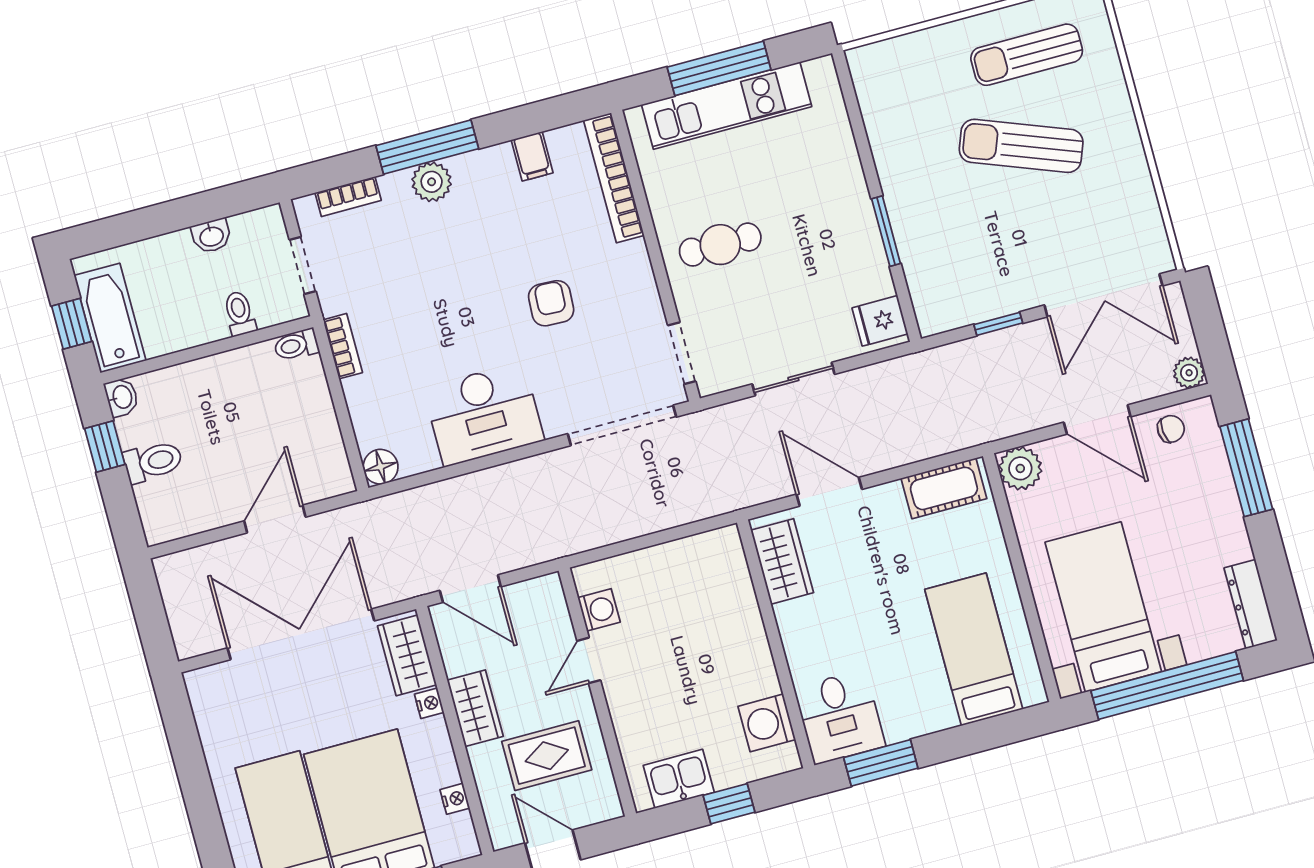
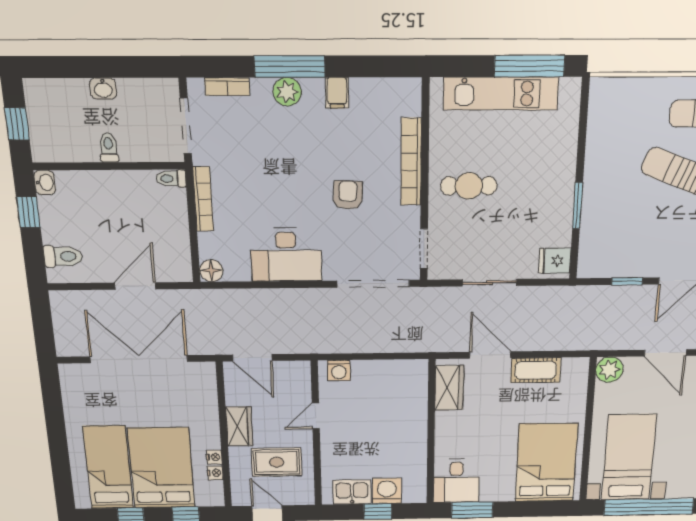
window: (719, 68) -> (529, 66), moved
filing cabinet: (532, 156) -> (337, 93), moved
bookcase: (614, 178) -> (411, 162), moved
washbasin: (211, 236) -> (103, 89), moved
doorway: (303, 266) -> (186, 126), width x1.38
toilet: (240, 313) -> (109, 147), moved
bathtub: (110, 318) -> (45, 127), removed
bookcase: (343, 346) -> (203, 199), width x1.56
toilet: (153, 462) -> (63, 256), moved
cot: (944, 488) -> (536, 370), moved
washing machine: (599, 610) -> (339, 370), moved, turned 90
bed: (974, 649) -> (546, 463), width x1.50
wardrobe: (407, 655) -> (204, 387), removed
nightstand: (429, 703) -> (214, 457), moved
washing machine: (767, 723) -> (387, 491), moved, turned 90

